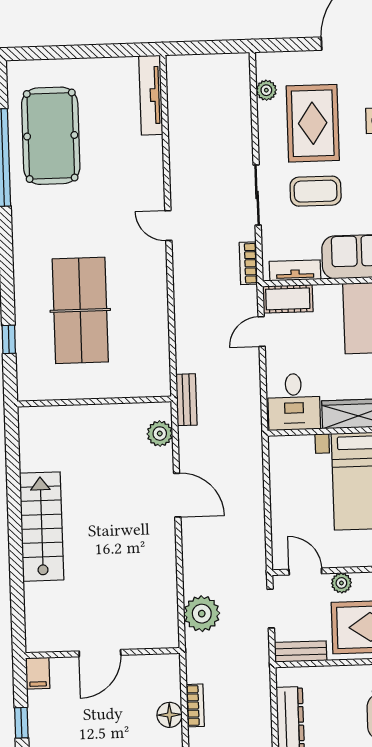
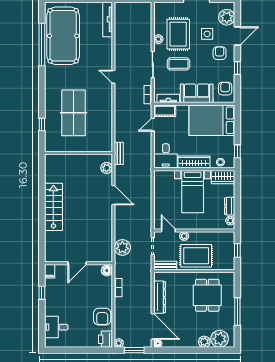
plant: (266, 90) -> (158, 39), moved
pool table: (51, 136) -> (63, 36), width x1.36, depth x1.32
floor lamp: (169, 715) -> (107, 271), moved

